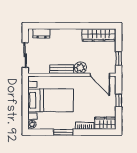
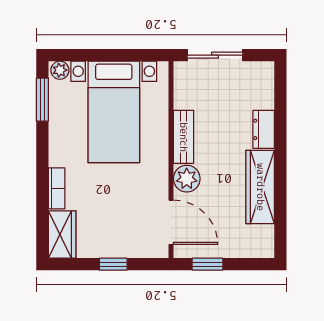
dresser: (41, 33) -> (264, 129), moved
wardrobe: (99, 35) -> (260, 187), moved
door: (100, 75) -> (171, 222), swing flipped
window: (63, 132) -> (42, 100), moved

